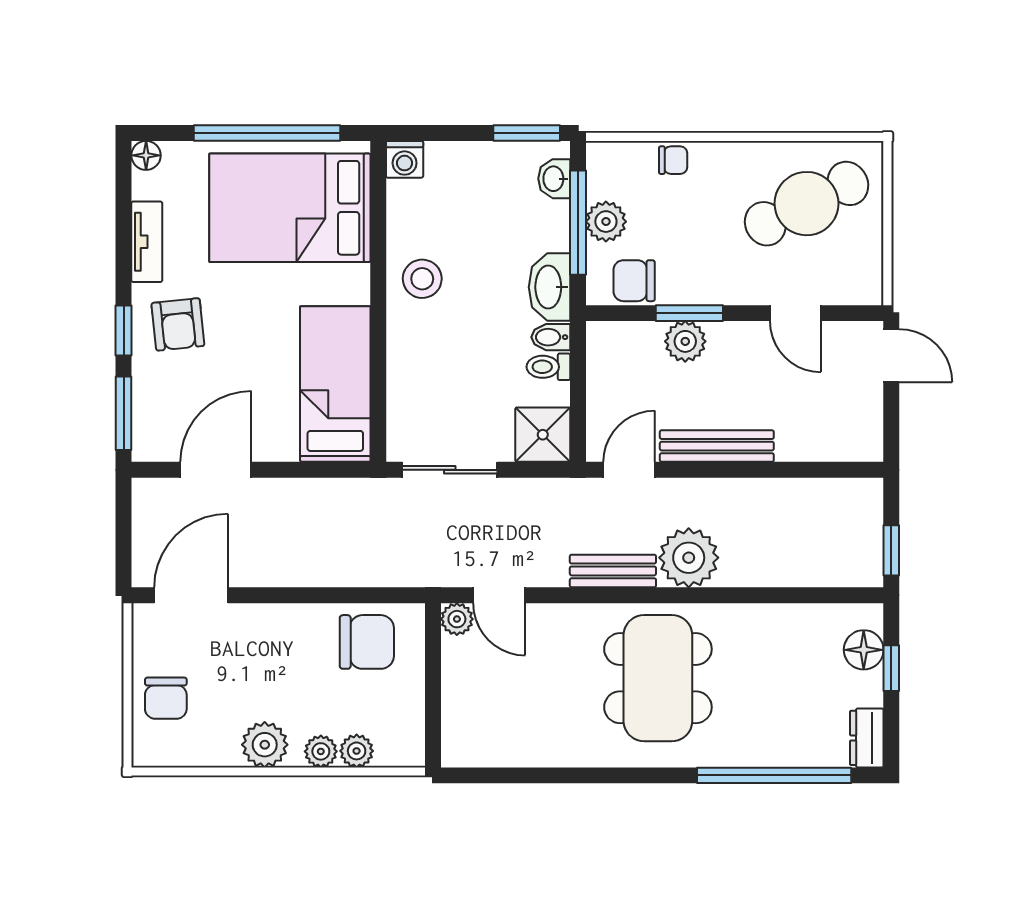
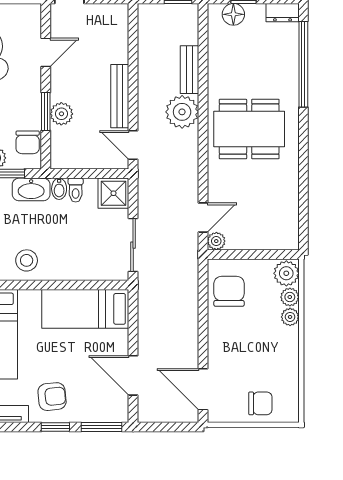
bench: (613, 571) -> (189, 70), moved
plant: (265, 745) -> (286, 273), moved

